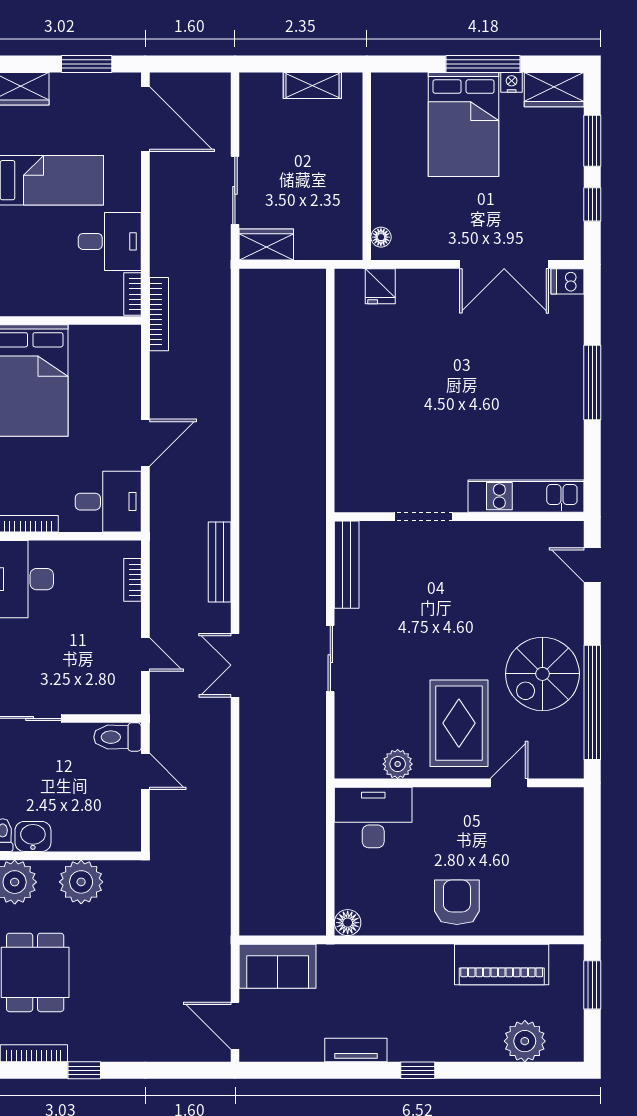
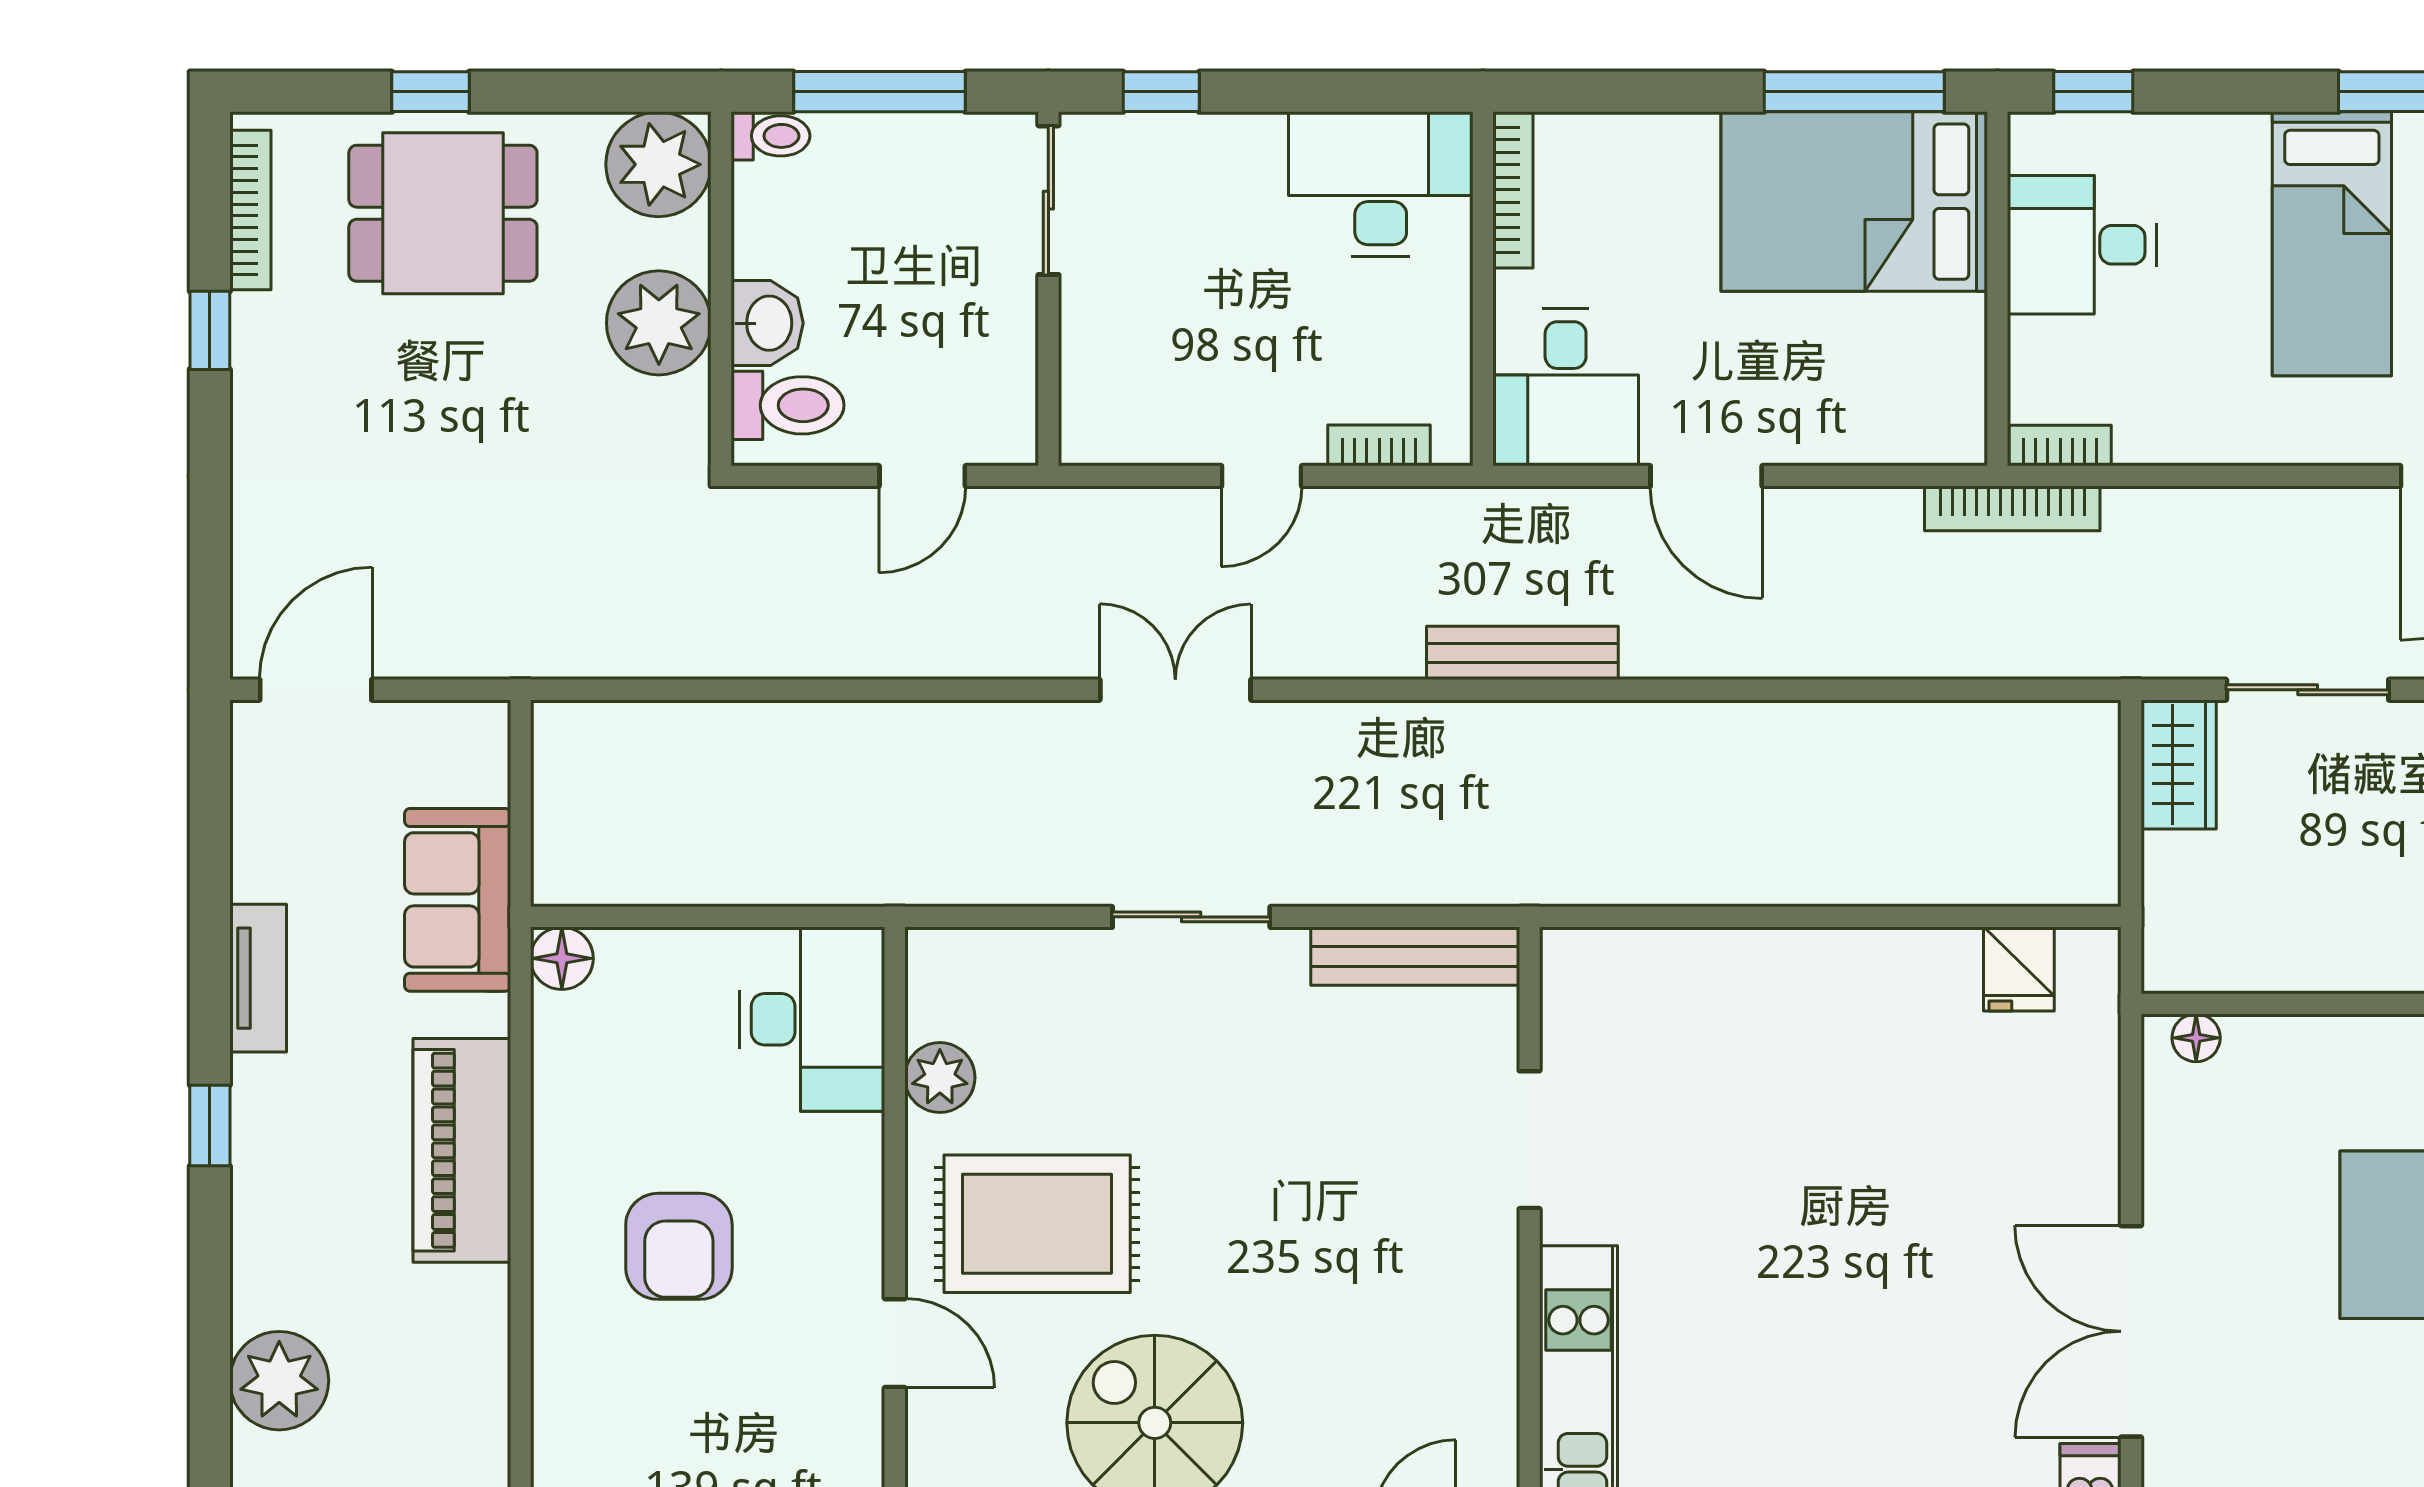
desk: (110, 241) -> (2082, 245), moved, turned 90
fridge: (380, 286) -> (2019, 969), moved, turned -90
bench: (220, 562) -> (1522, 653), moved
door: (145, 655) -> (1262, 476), moved
toilet: (117, 737) -> (787, 405), moved, turned 90
washbasin: (33, 836) -> (767, 323), moved
armchair: (457, 902) -> (679, 1246), moved, turned 90
piano: (502, 965) -> (462, 1150), moved
sofa: (278, 966) -> (458, 900), moved

